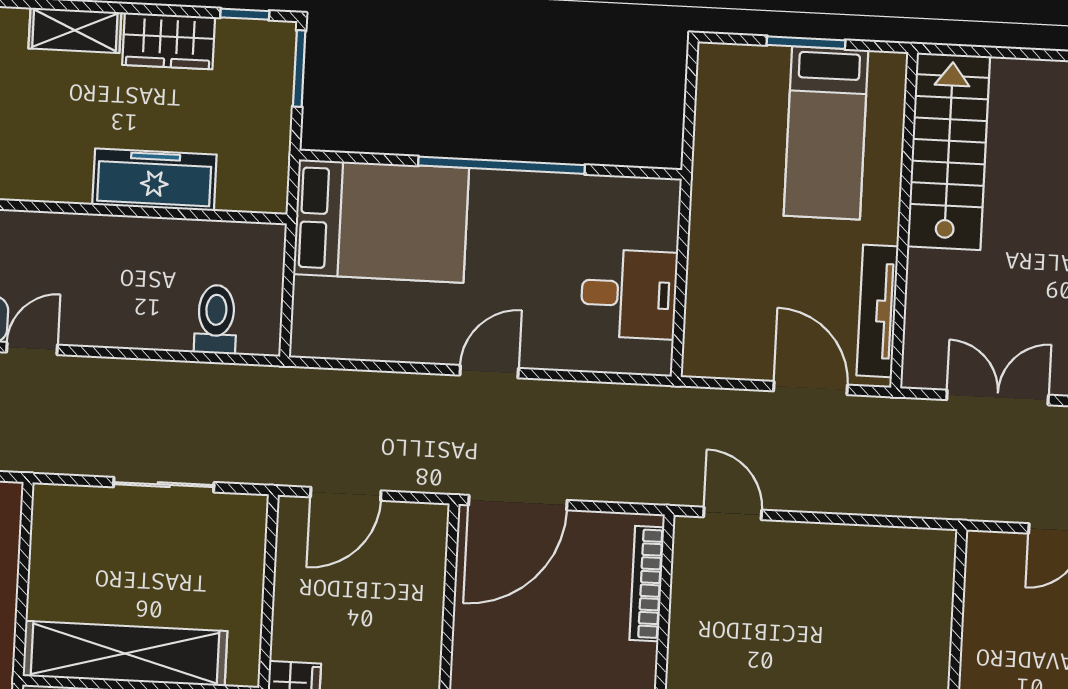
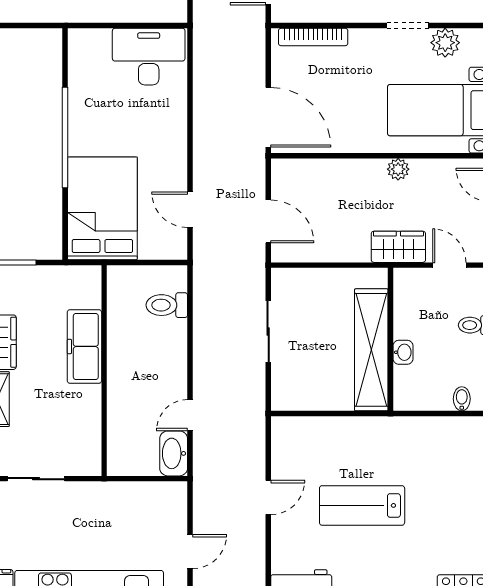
desk: (629, 294) -> (149, 57), width x1.37
door: (32, 349) -> (190, 415), hinge flipped
door: (489, 372) -> (190, 210), moved

